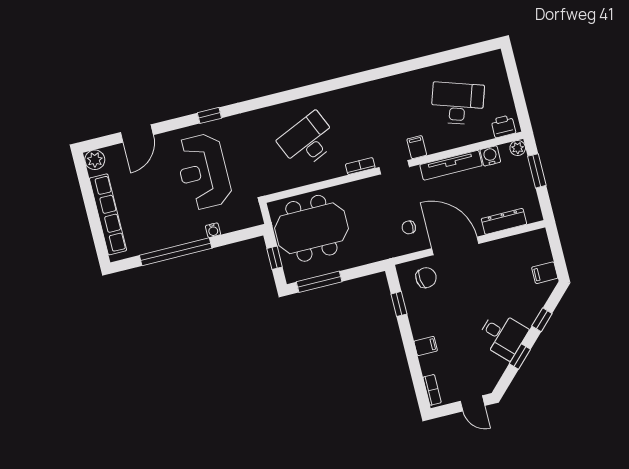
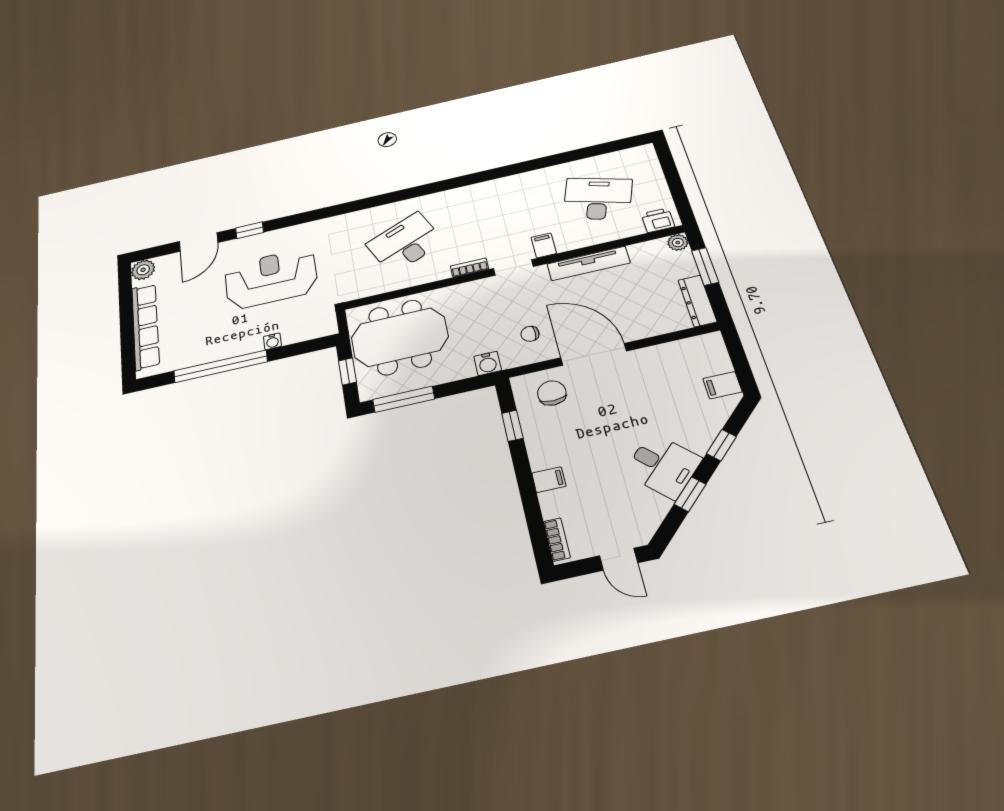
window: (209, 115) -> (250, 230), moved
water cooler: (490, 156) -> (488, 363), moved, turned 180
reception desk: (203, 172) -> (271, 278), turned 90
dresser: (504, 221) -> (697, 301), moved, turned -90
chair: (426, 278) -> (552, 393), turned -82

